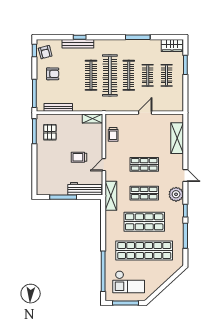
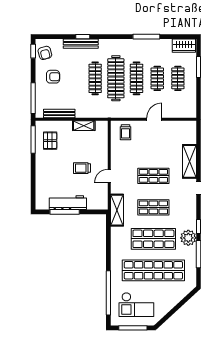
shelving: (92, 118) -> (84, 126), moved
trolley: (113, 134) -> (126, 132), moved
shelving: (177, 138) -> (189, 161), moved
workbench: (85, 189) -> (68, 203), moved
plant: (176, 194) -> (188, 238), moved

